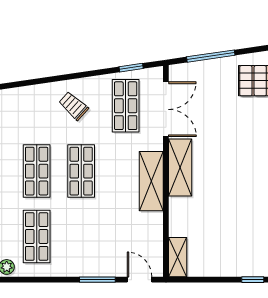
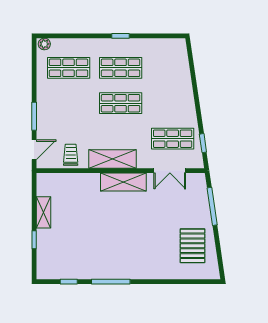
trolley: (74, 106) -> (71, 155), moved, turned -42
double door: (166, 109) -> (170, 171), width x0.73
shelving: (178, 257) -> (44, 212), moved, turned 90

